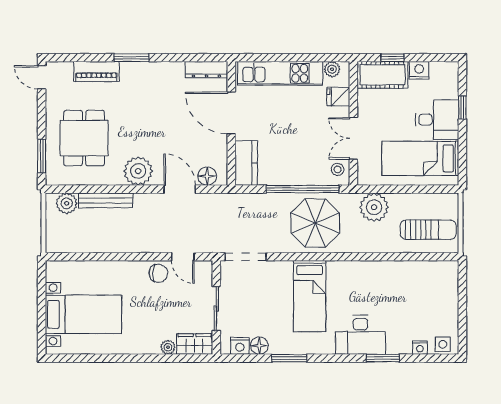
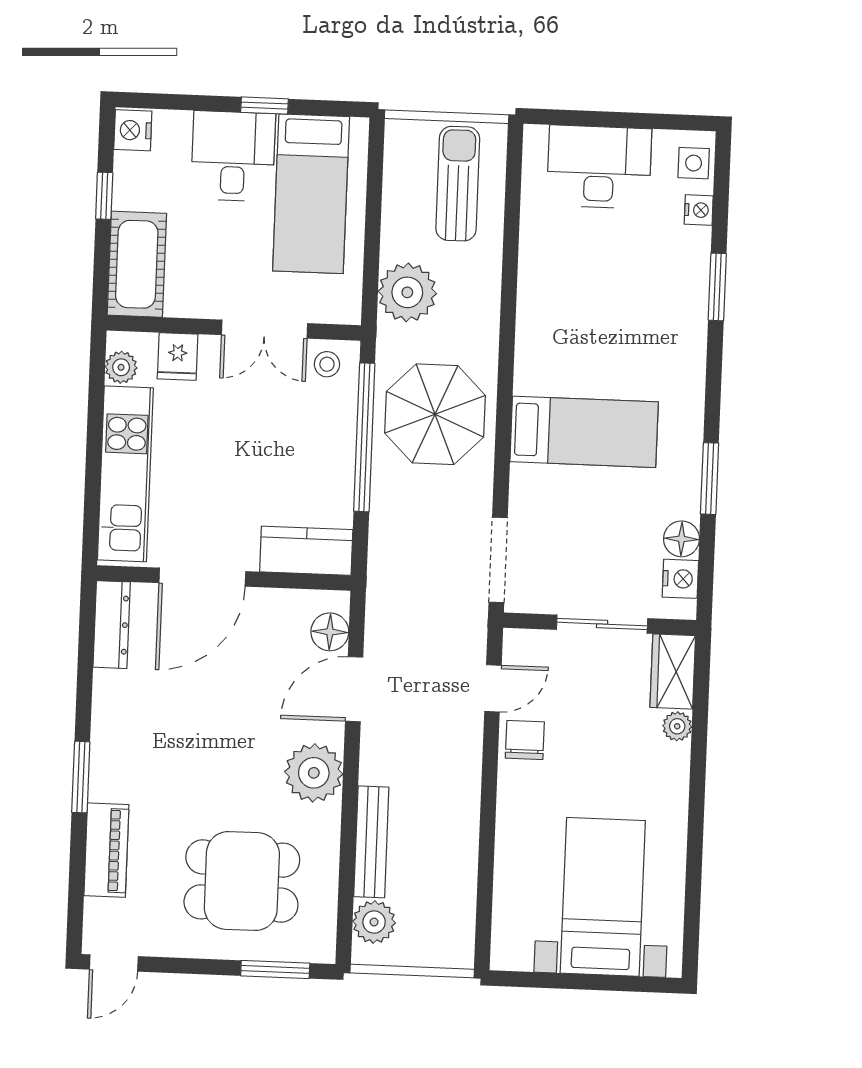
window: (392, 58) -> (104, 196), moved
nightstand: (419, 70) -> (133, 130), moved
window: (462, 107) -> (265, 106), moved
desk: (360, 335) -> (599, 167), moved, turned -90

